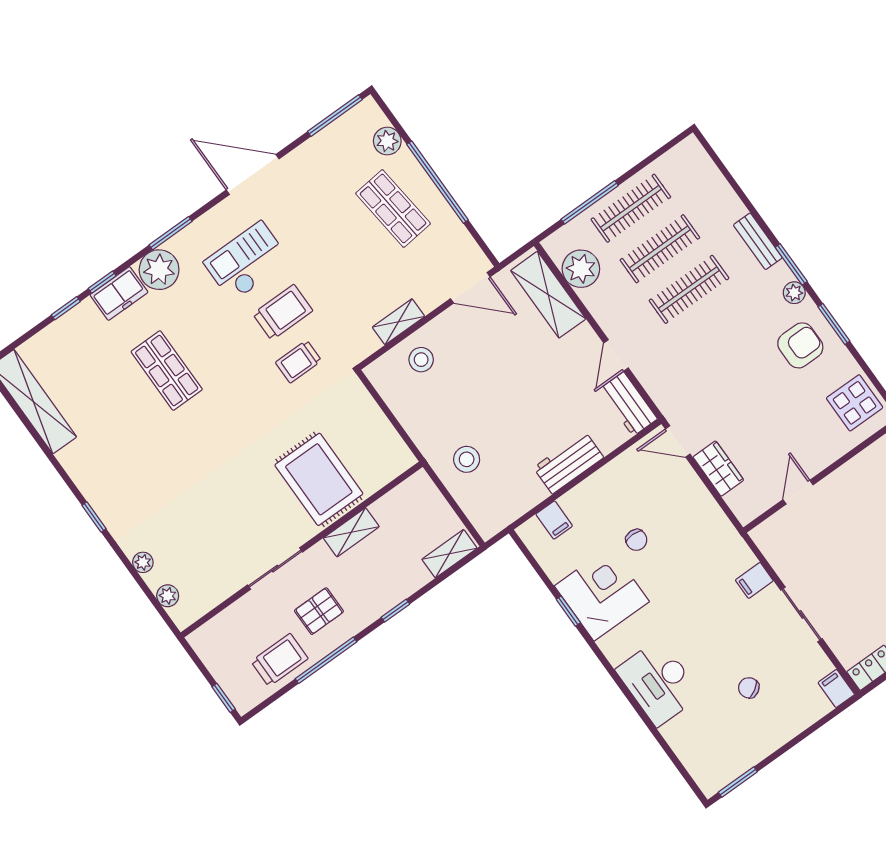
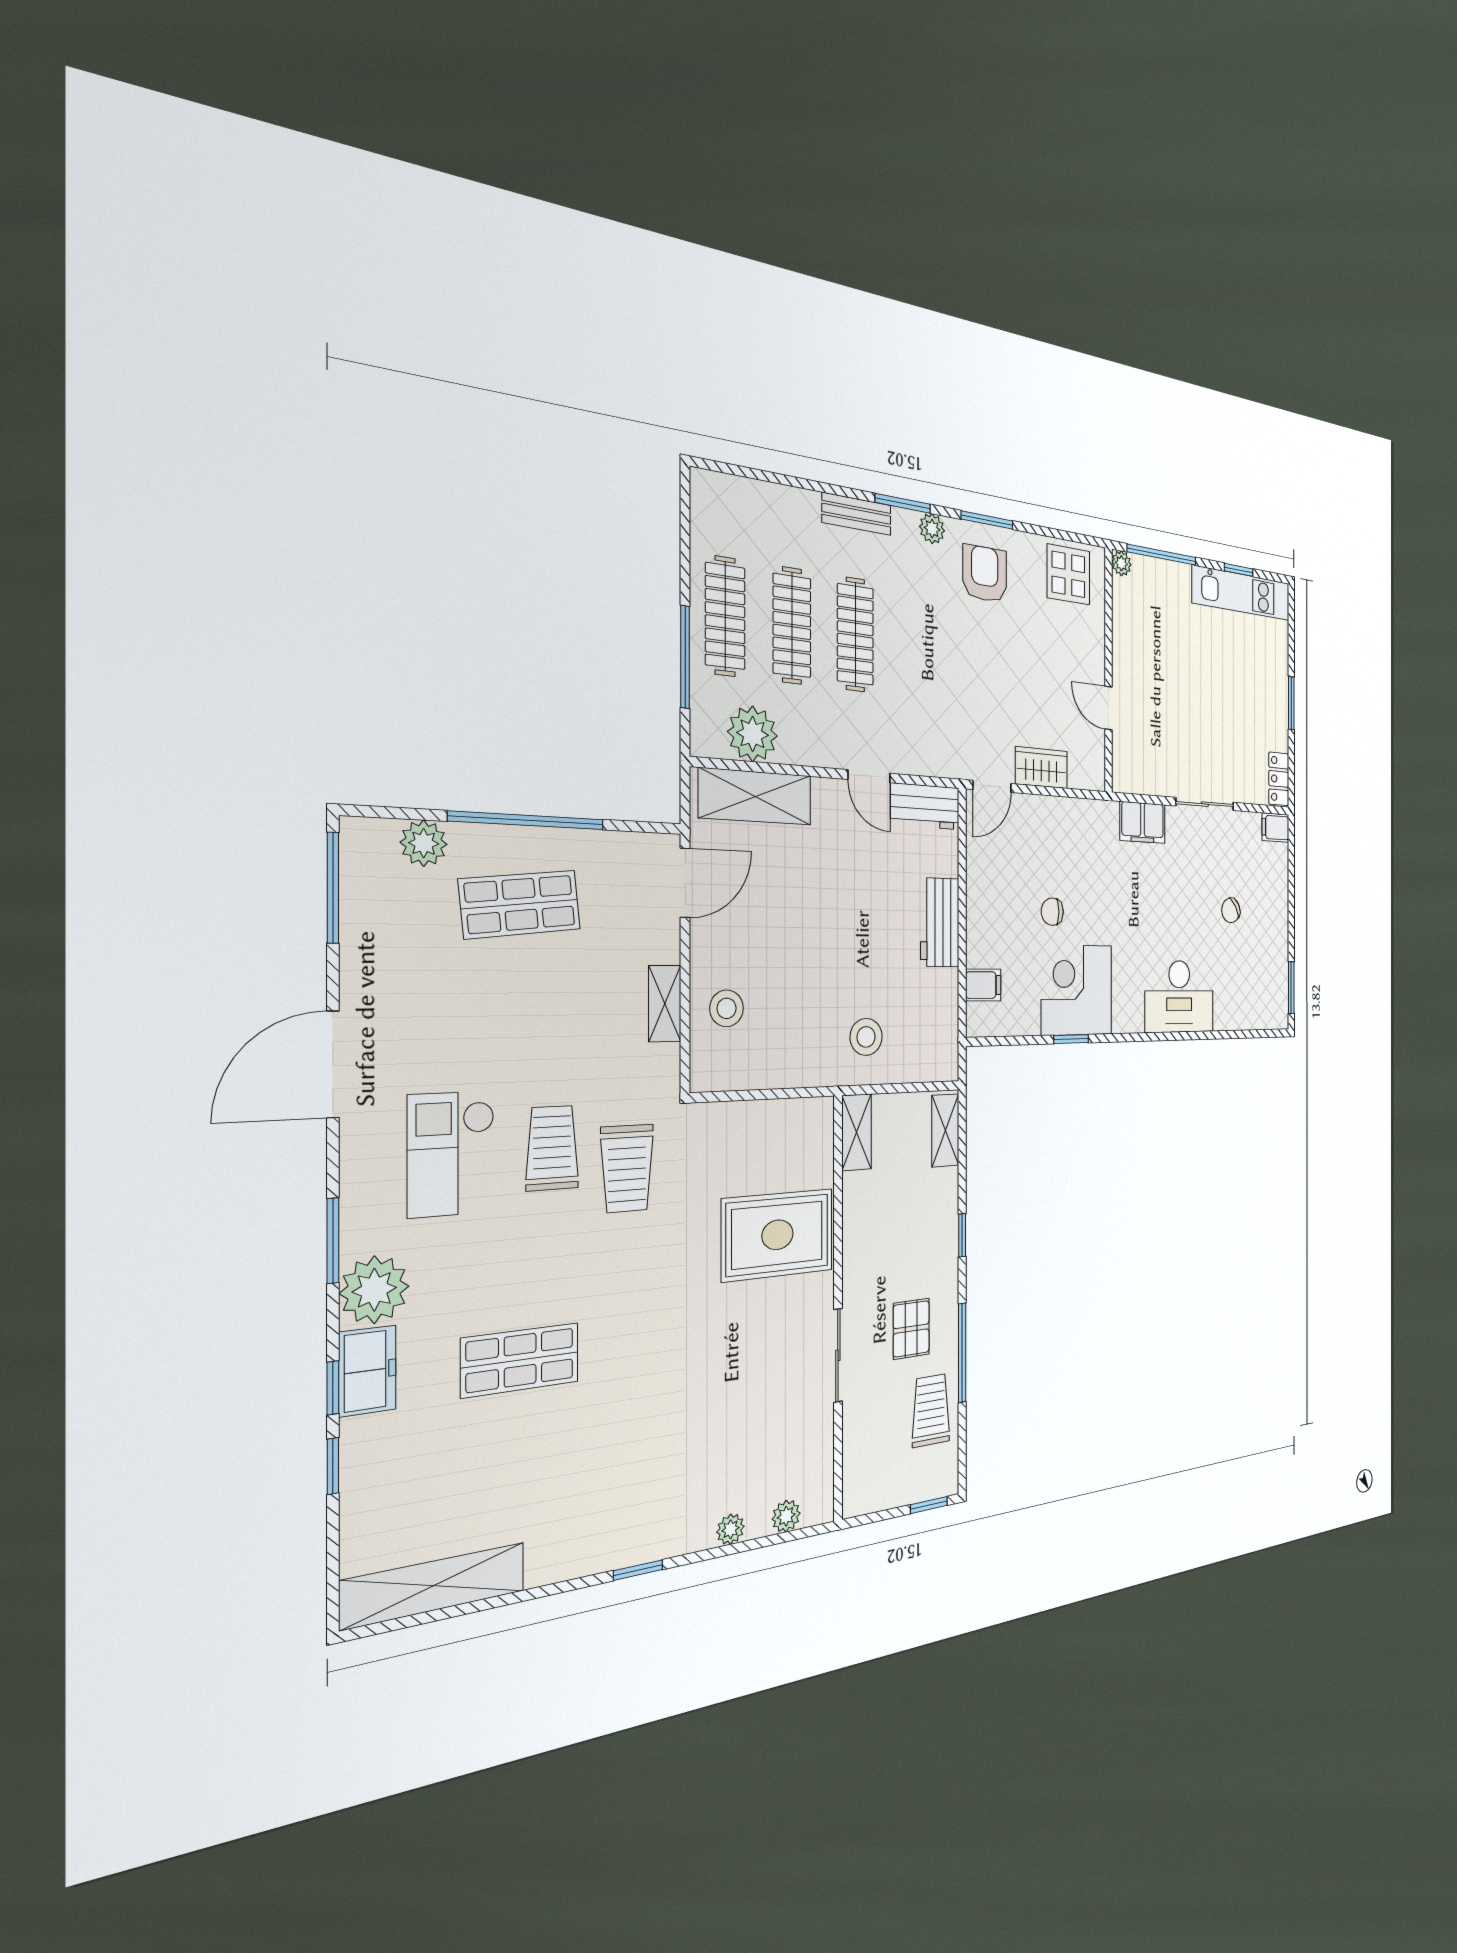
trolley: (298, 362) -> (627, 1168), width x1.36, depth x1.39
shelving: (351, 532) -> (857, 1132), moved
chair: (636, 540) -> (1052, 912), turned 180
filing cabinet: (754, 580) -> (1143, 822), width x2.00

